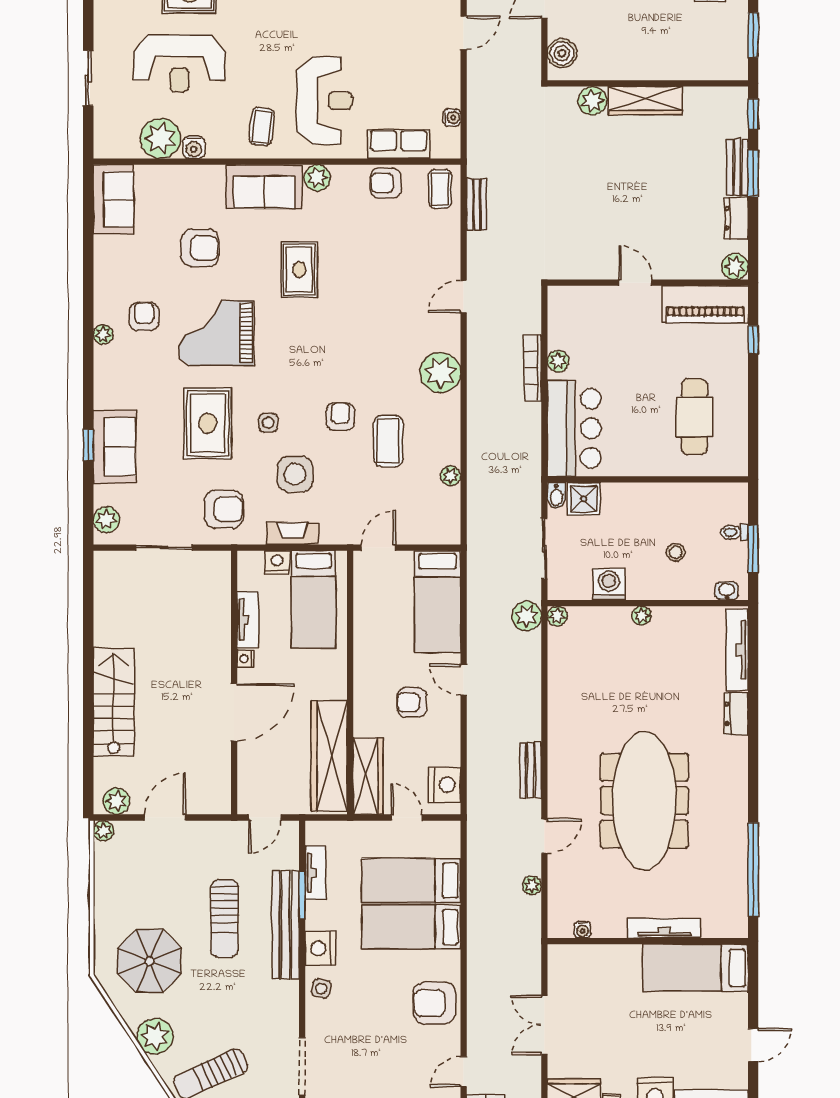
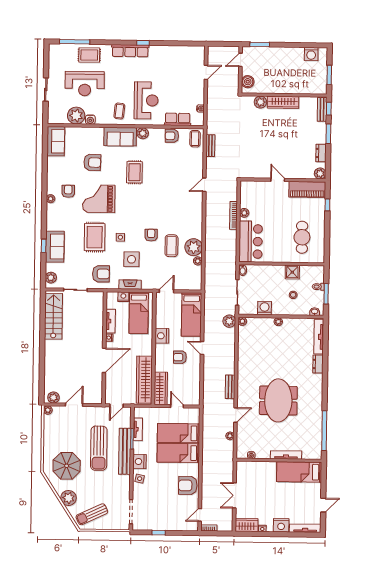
bench: (737, 167) -> (322, 109), moved
plant: (440, 373) -> (194, 247), moved
shower: (584, 499) -> (292, 272), moved
stairs: (114, 702) -> (53, 316), moved
nightstand: (445, 785) -> (162, 336), moved, turned 180
meeting table: (644, 801) -> (278, 400), width x0.73
sun lounger: (224, 919) -> (99, 448), width x1.36, depth x1.34

